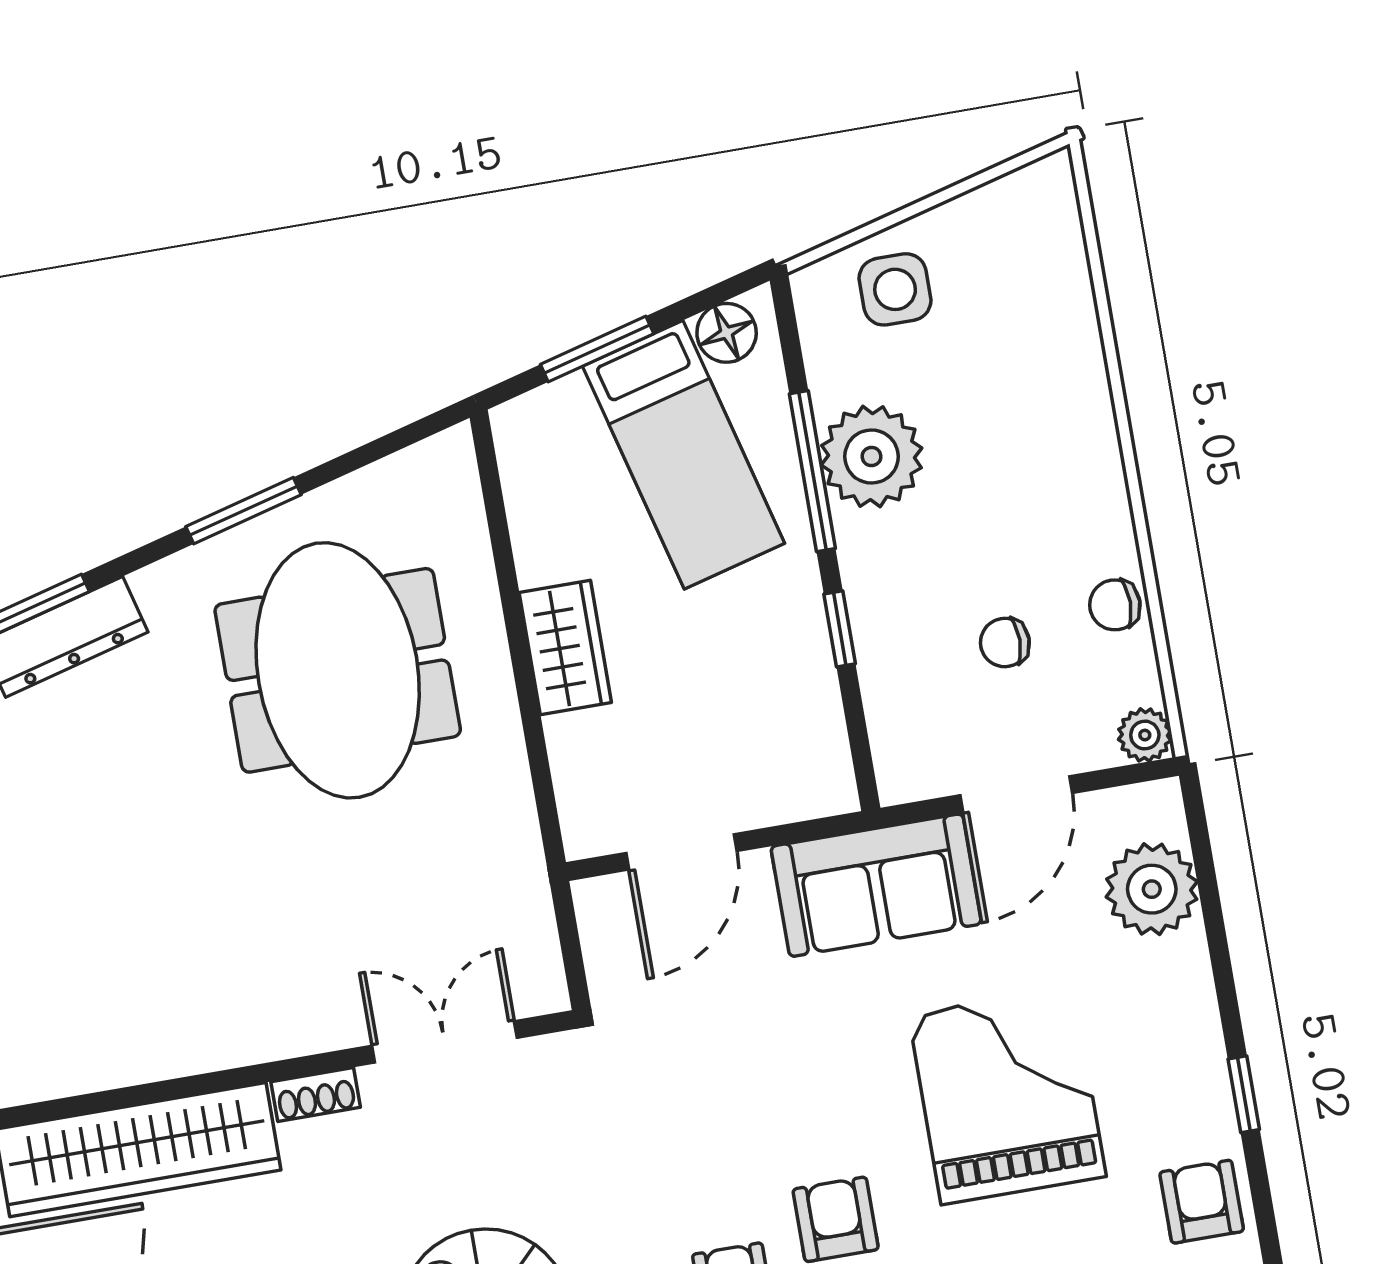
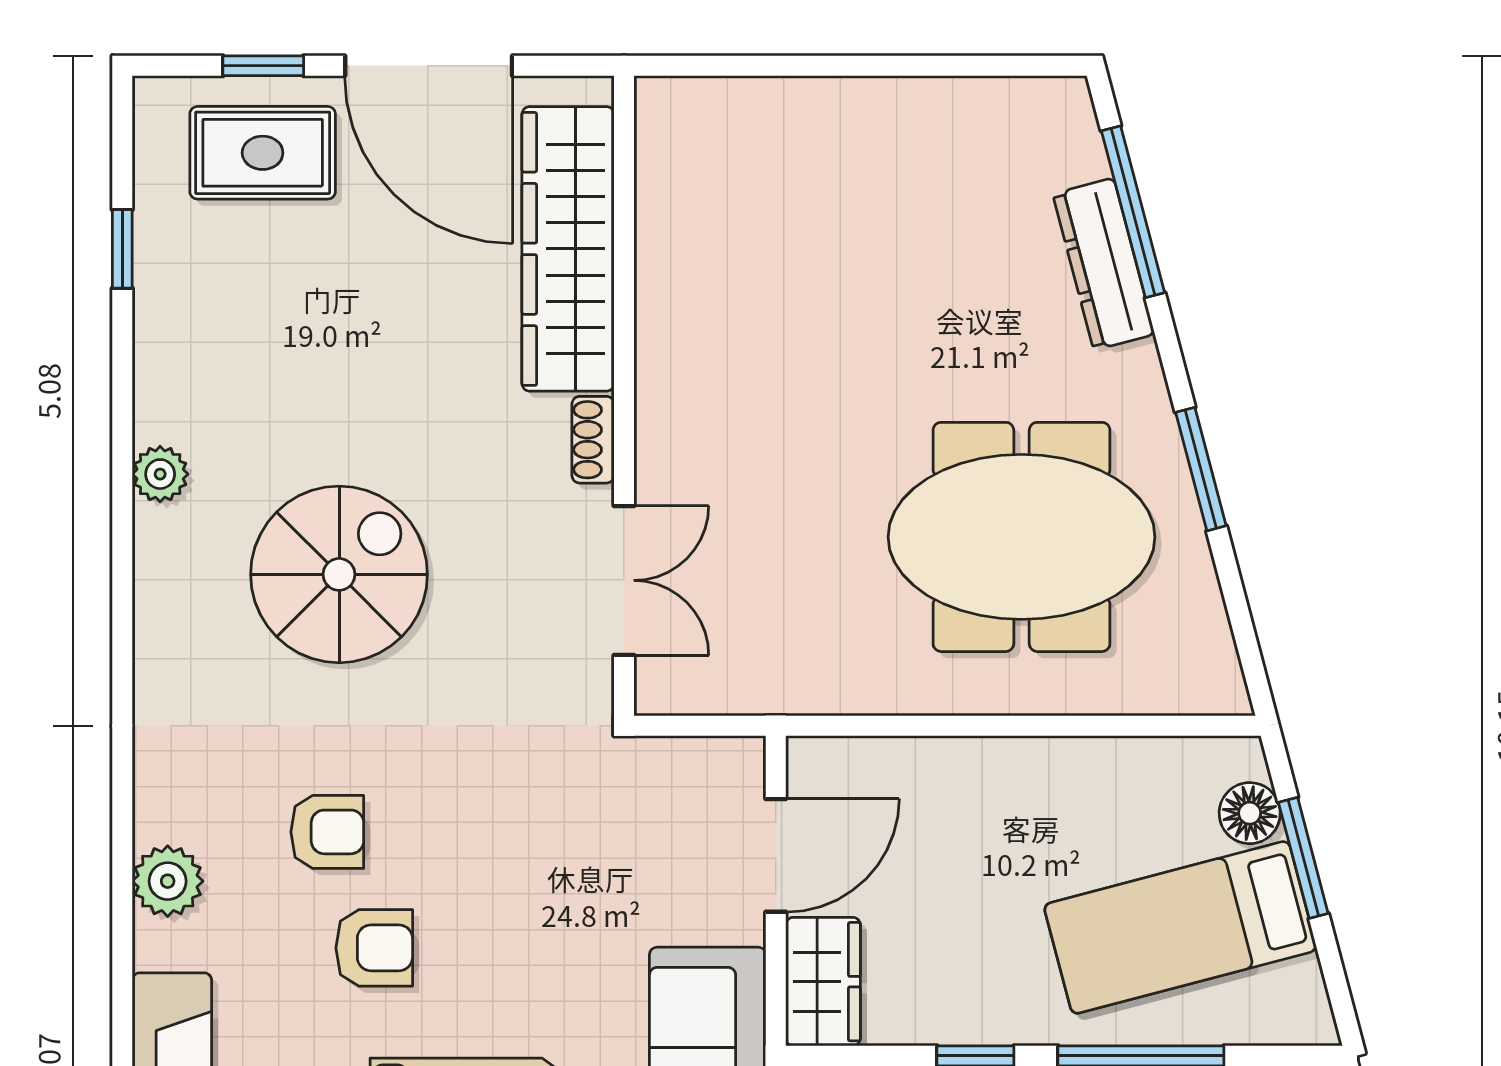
floor lamp: (727, 333) -> (1250, 813), moved
wardrobe: (565, 648) -> (823, 982), moved, turned -90
door: (681, 852) -> (776, 855), swing flipped

